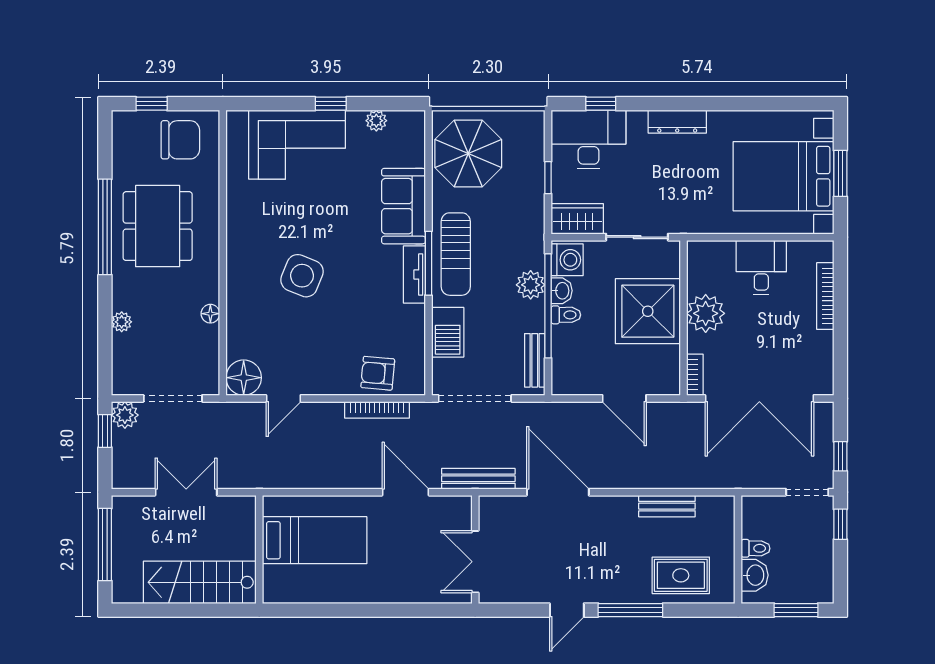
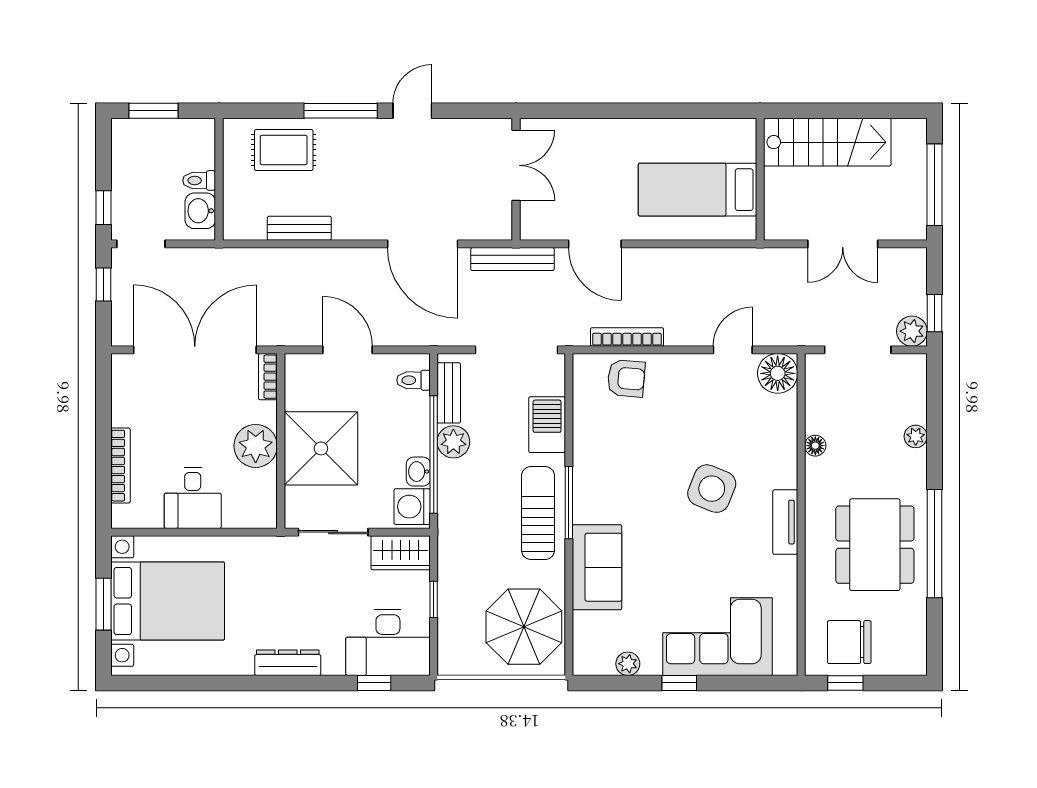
window: (152, 104) -> (845, 683), moved
tv unit: (414, 275) -> (785, 522), moved, turned 180
plant: (531, 285) -> (453, 442), moved
toilet: (566, 315) -> (413, 380), moved
washbasin: (755, 575) -> (200, 211), moved

